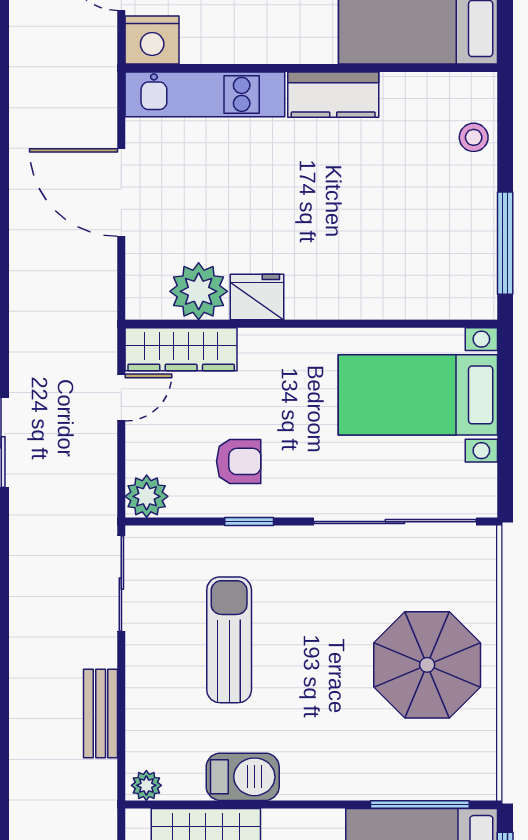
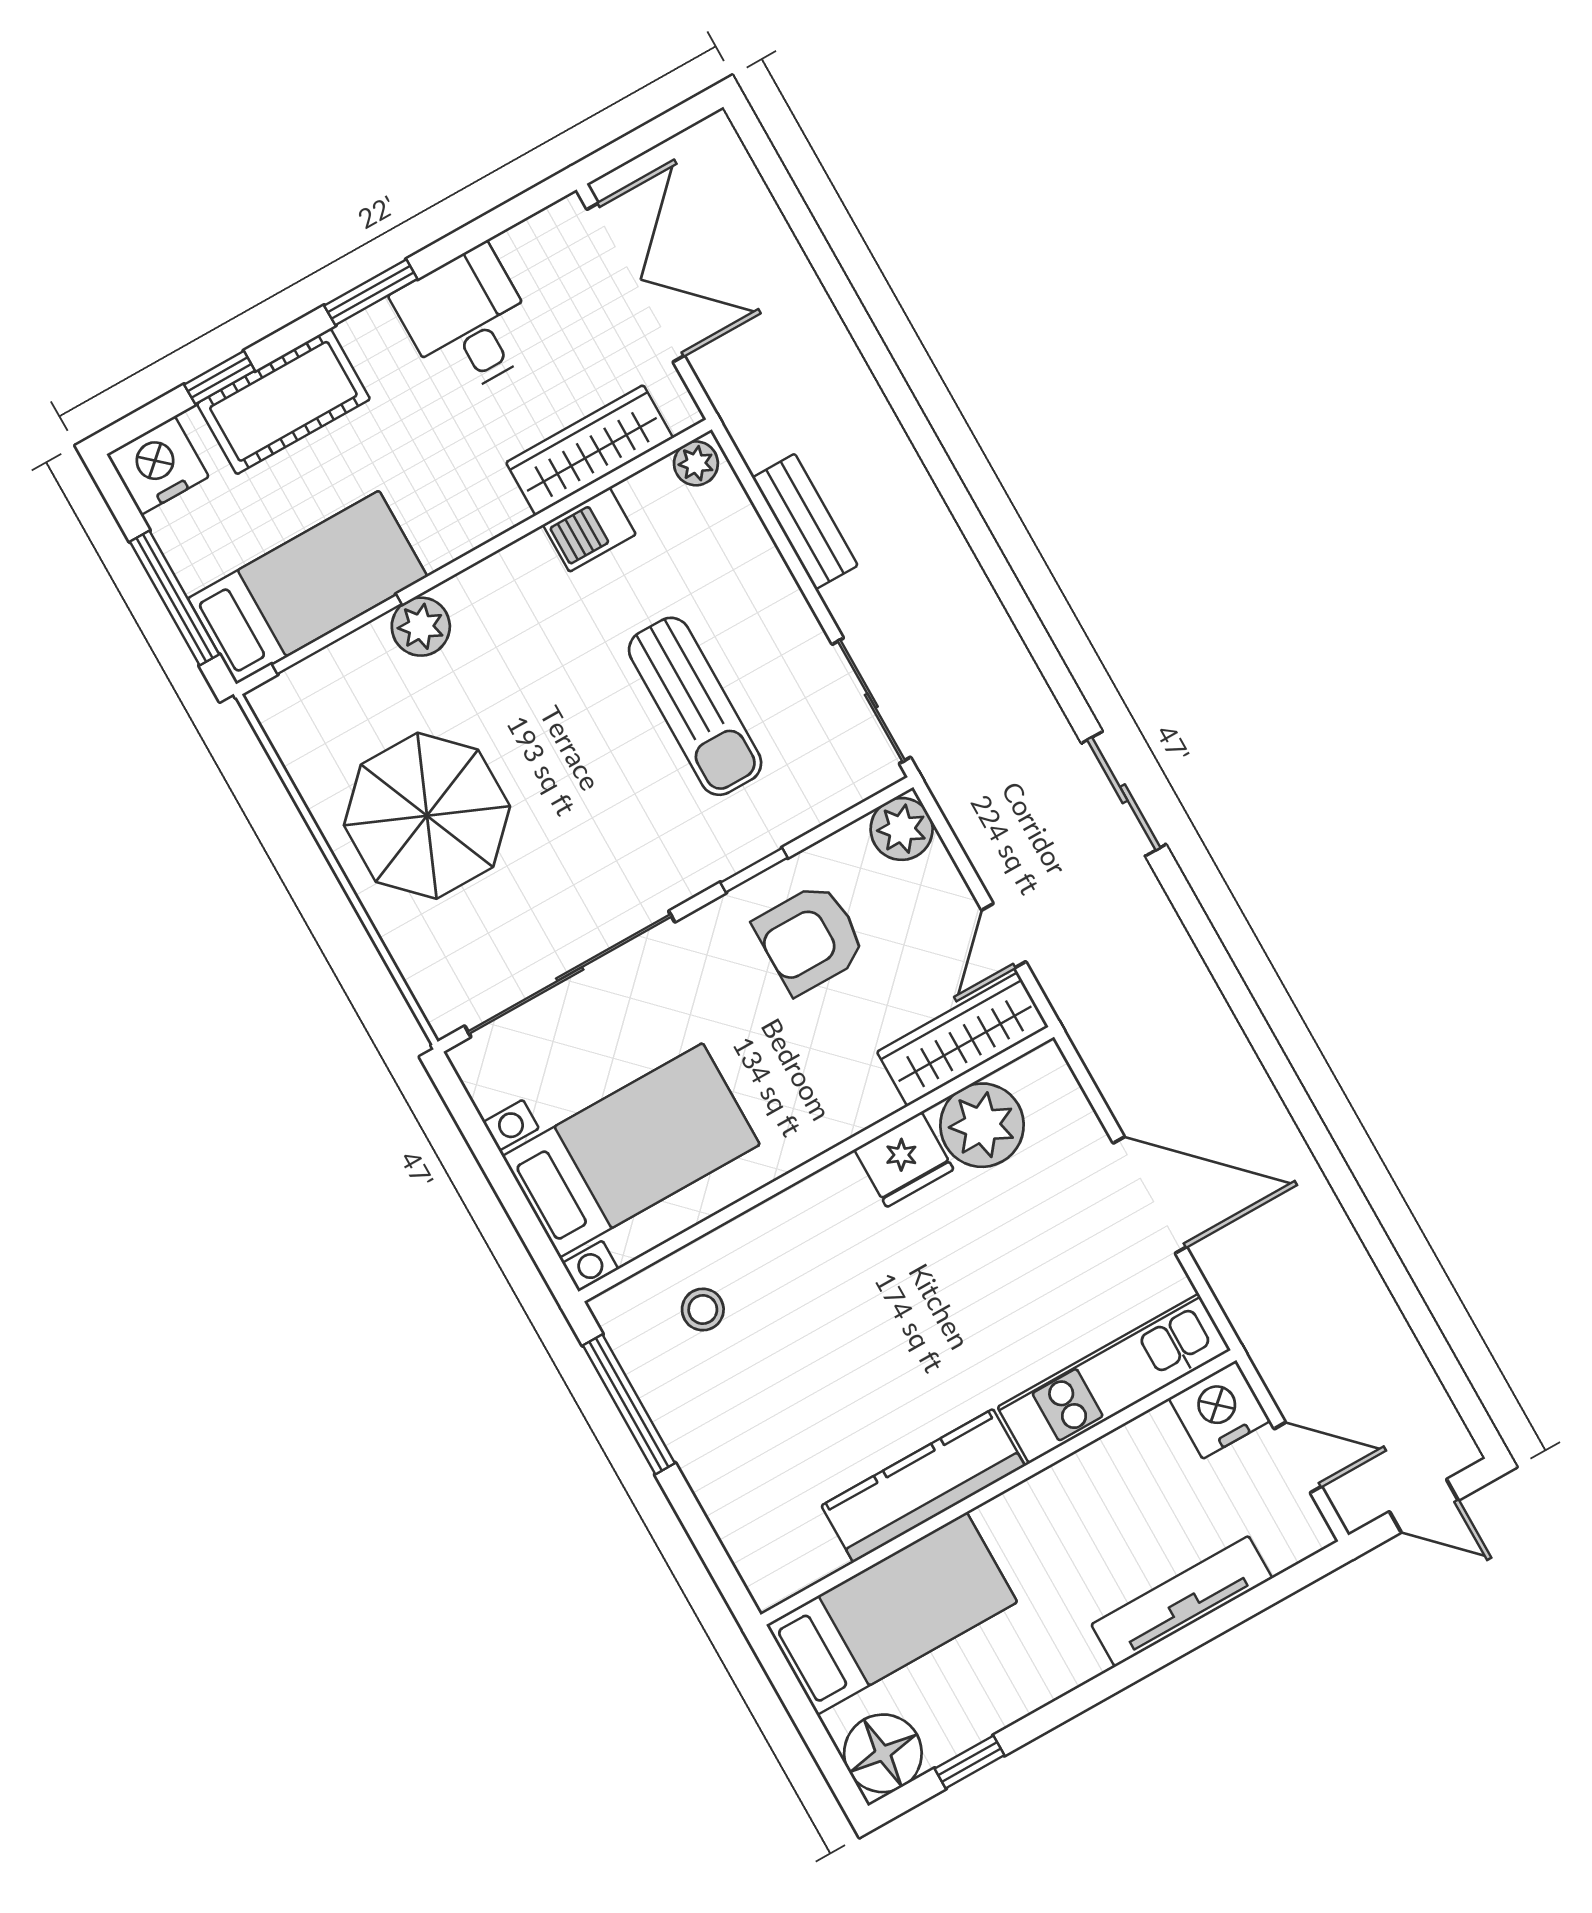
kitchen counter: (333, 95) -> (923, 1486), width x1.50
stool: (474, 137) -> (703, 1309), moved
armchair: (239, 461) -> (810, 939), width x1.38, depth x1.38
barbecue: (243, 777) -> (589, 530), width x0.73, depth x0.79
plant: (367, 781) -> (421, 627), added

